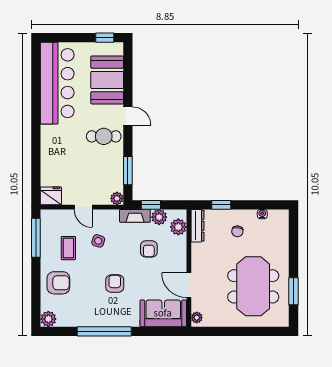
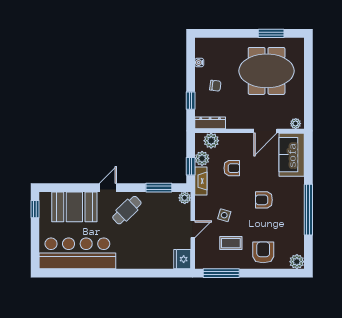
cafe table: (104, 136) -> (127, 210), turned 46

